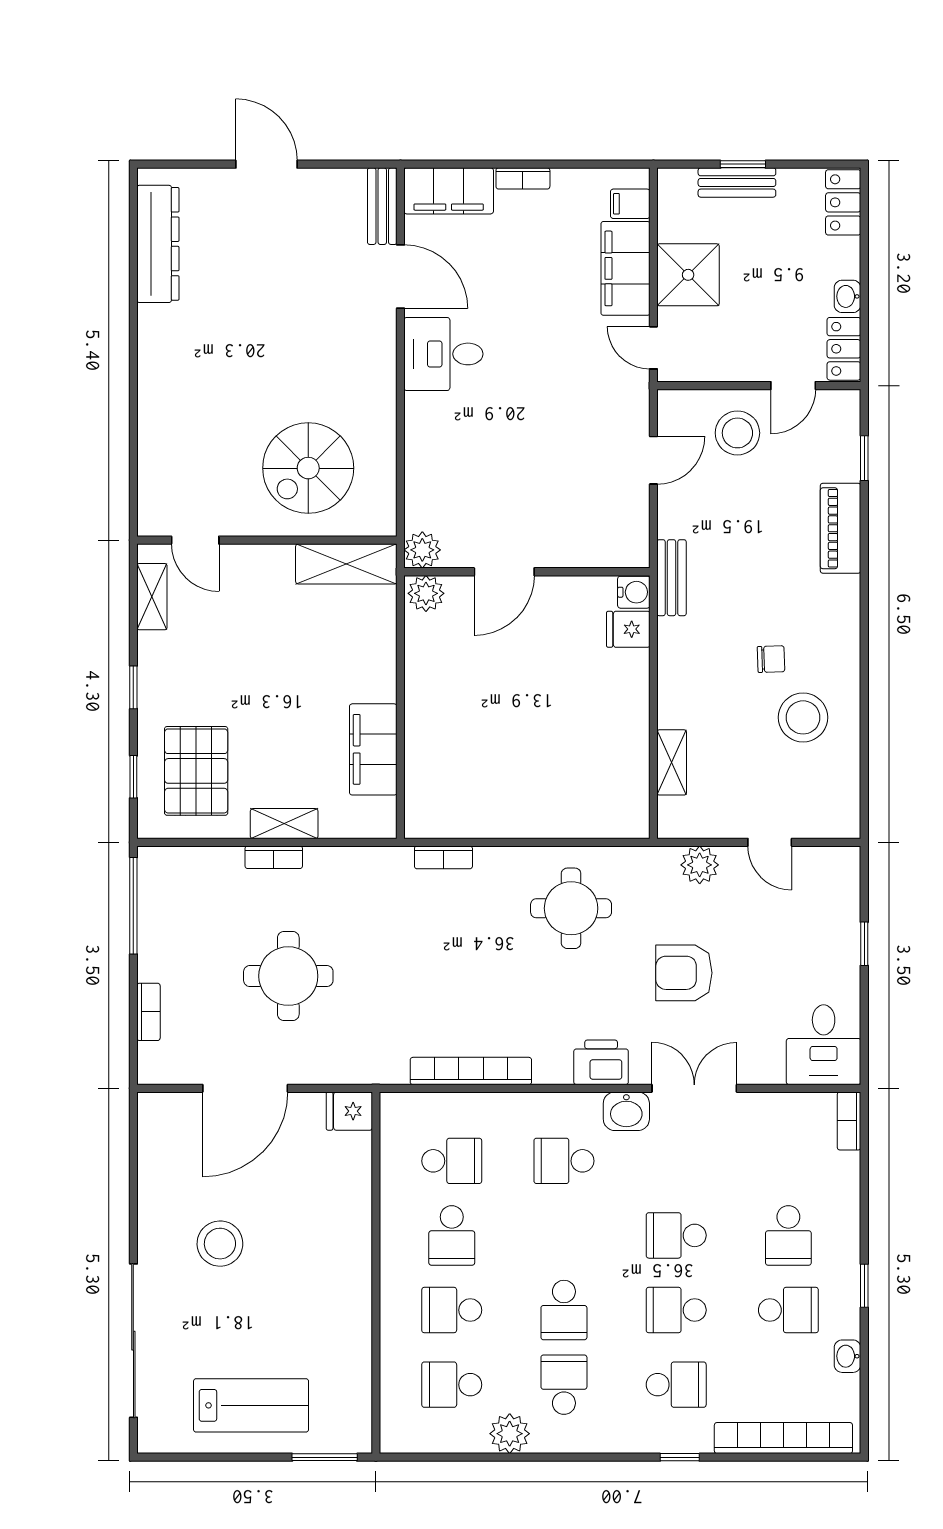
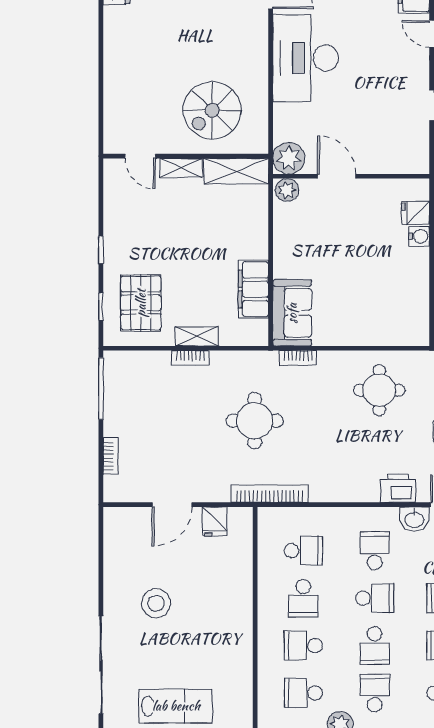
desk: (443, 354) -> (306, 58), width x1.87, depth x1.30
plant: (422, 550) -> (289, 158), width x1.36, depth x1.36
door: (504, 572) -> (337, 176), swing flipped
water cooler: (634, 592) -> (419, 236), moved
shelving: (152, 597) -> (181, 168), moved, turned 90
sofa: (434, 786) -> (292, 313), added
round table: (288, 976) -> (255, 421), moved
bookcase: (471, 1071) -> (270, 494), moved
door: (245, 1088) -> (172, 505), width x0.73
fridge: (349, 1111) -> (214, 521), moved, turned -90
school desk: (564, 1161) -> (375, 551), turned 90
school desk: (564, 1235) -> (375, 598), added

